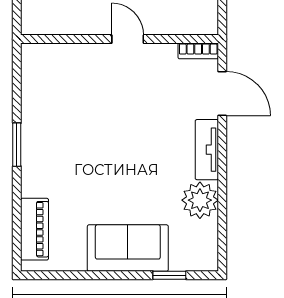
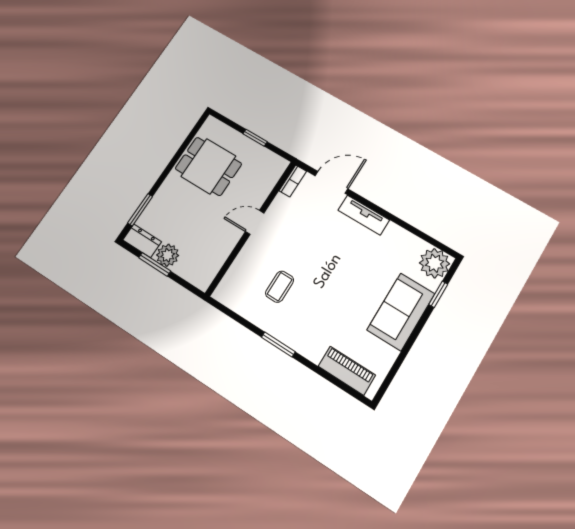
coffee table: (76, 109) -> (280, 287), added
plant: (200, 200) -> (435, 263), moved

